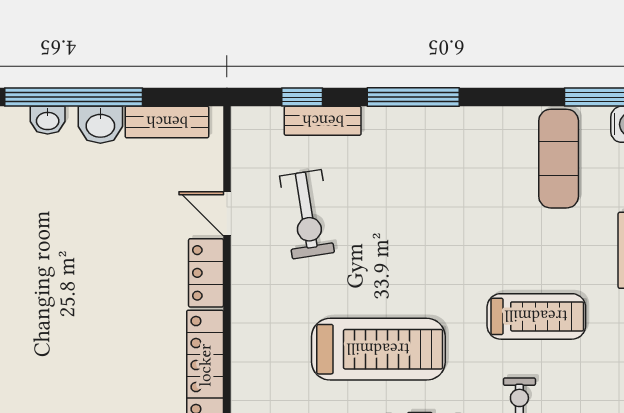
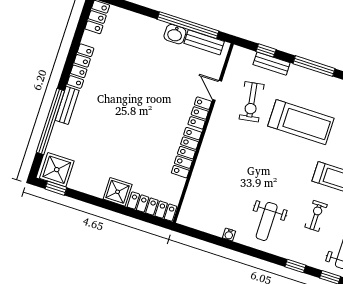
window: (74, 97) -> (188, 25), moved
washbasin: (48, 120) -> (153, 25), removed
treadmill: (378, 349) -> (301, 122), moved

